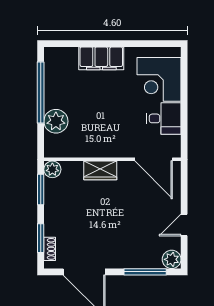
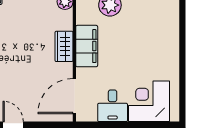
filing cabinet: (101, 58) -> (87, 46), moved, turned 180

